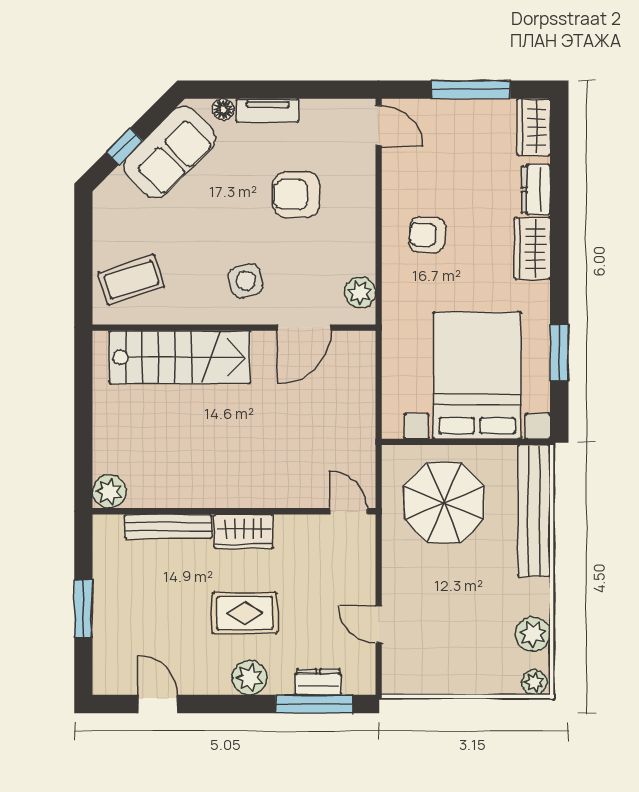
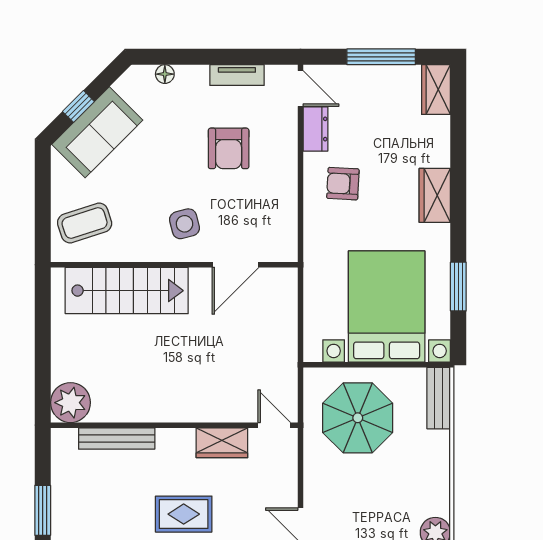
tv unit: (268, 111) -> (237, 75), moved
sofa: (170, 152) -> (97, 132), moved
dresser: (536, 190) -> (316, 129), moved, turned 180
armchair: (296, 194) -> (229, 148), turned -90
plant: (360, 292) -> (284, 234), removed
plant: (109, 491) -> (70, 403), width x1.36, depth x1.36
bench: (534, 511) -> (439, 398), width x0.54, depth x0.82
wardrobe: (244, 531) -> (222, 443), moved

